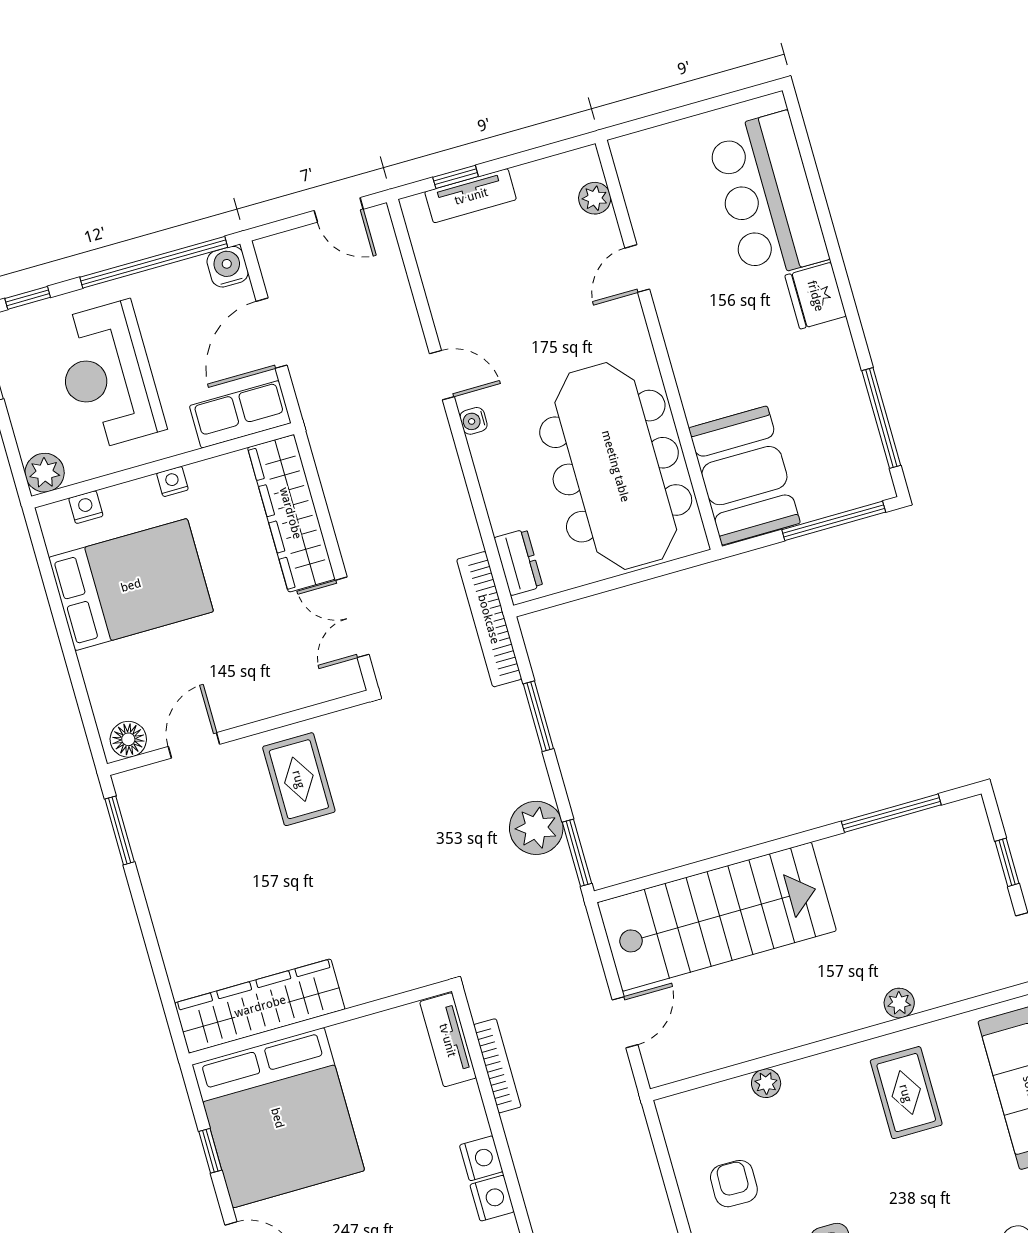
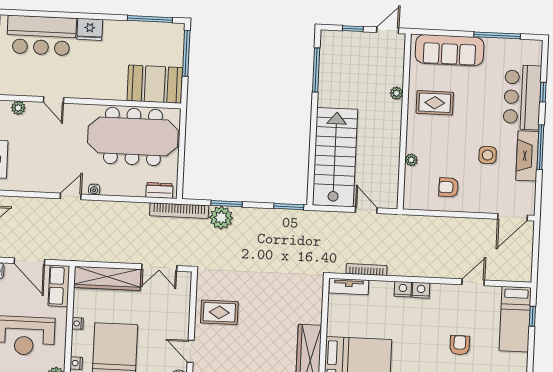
plant: (536, 828) -> (221, 218), moved

